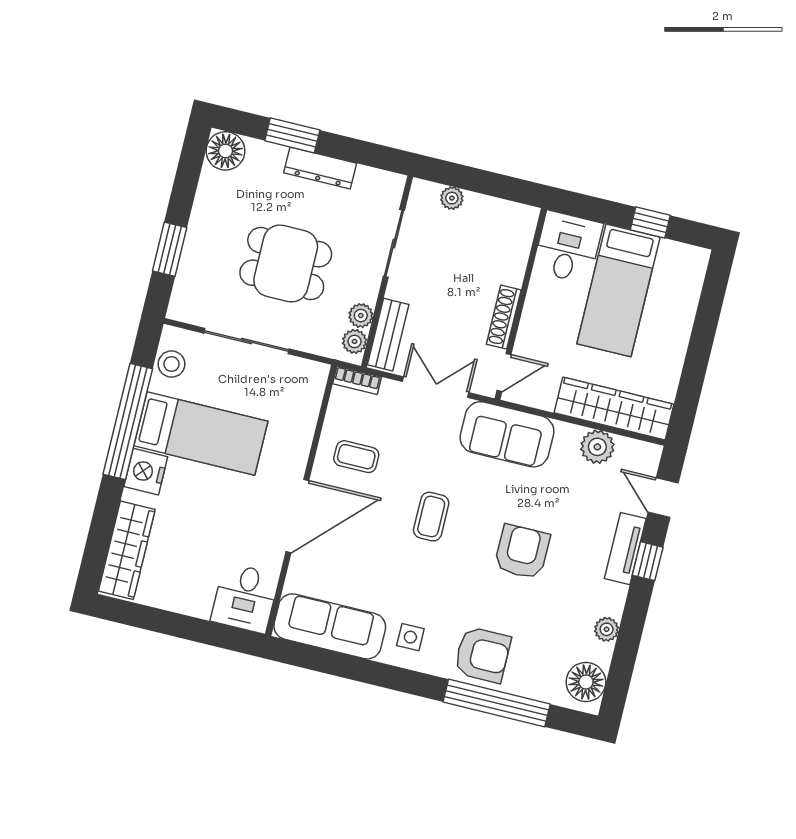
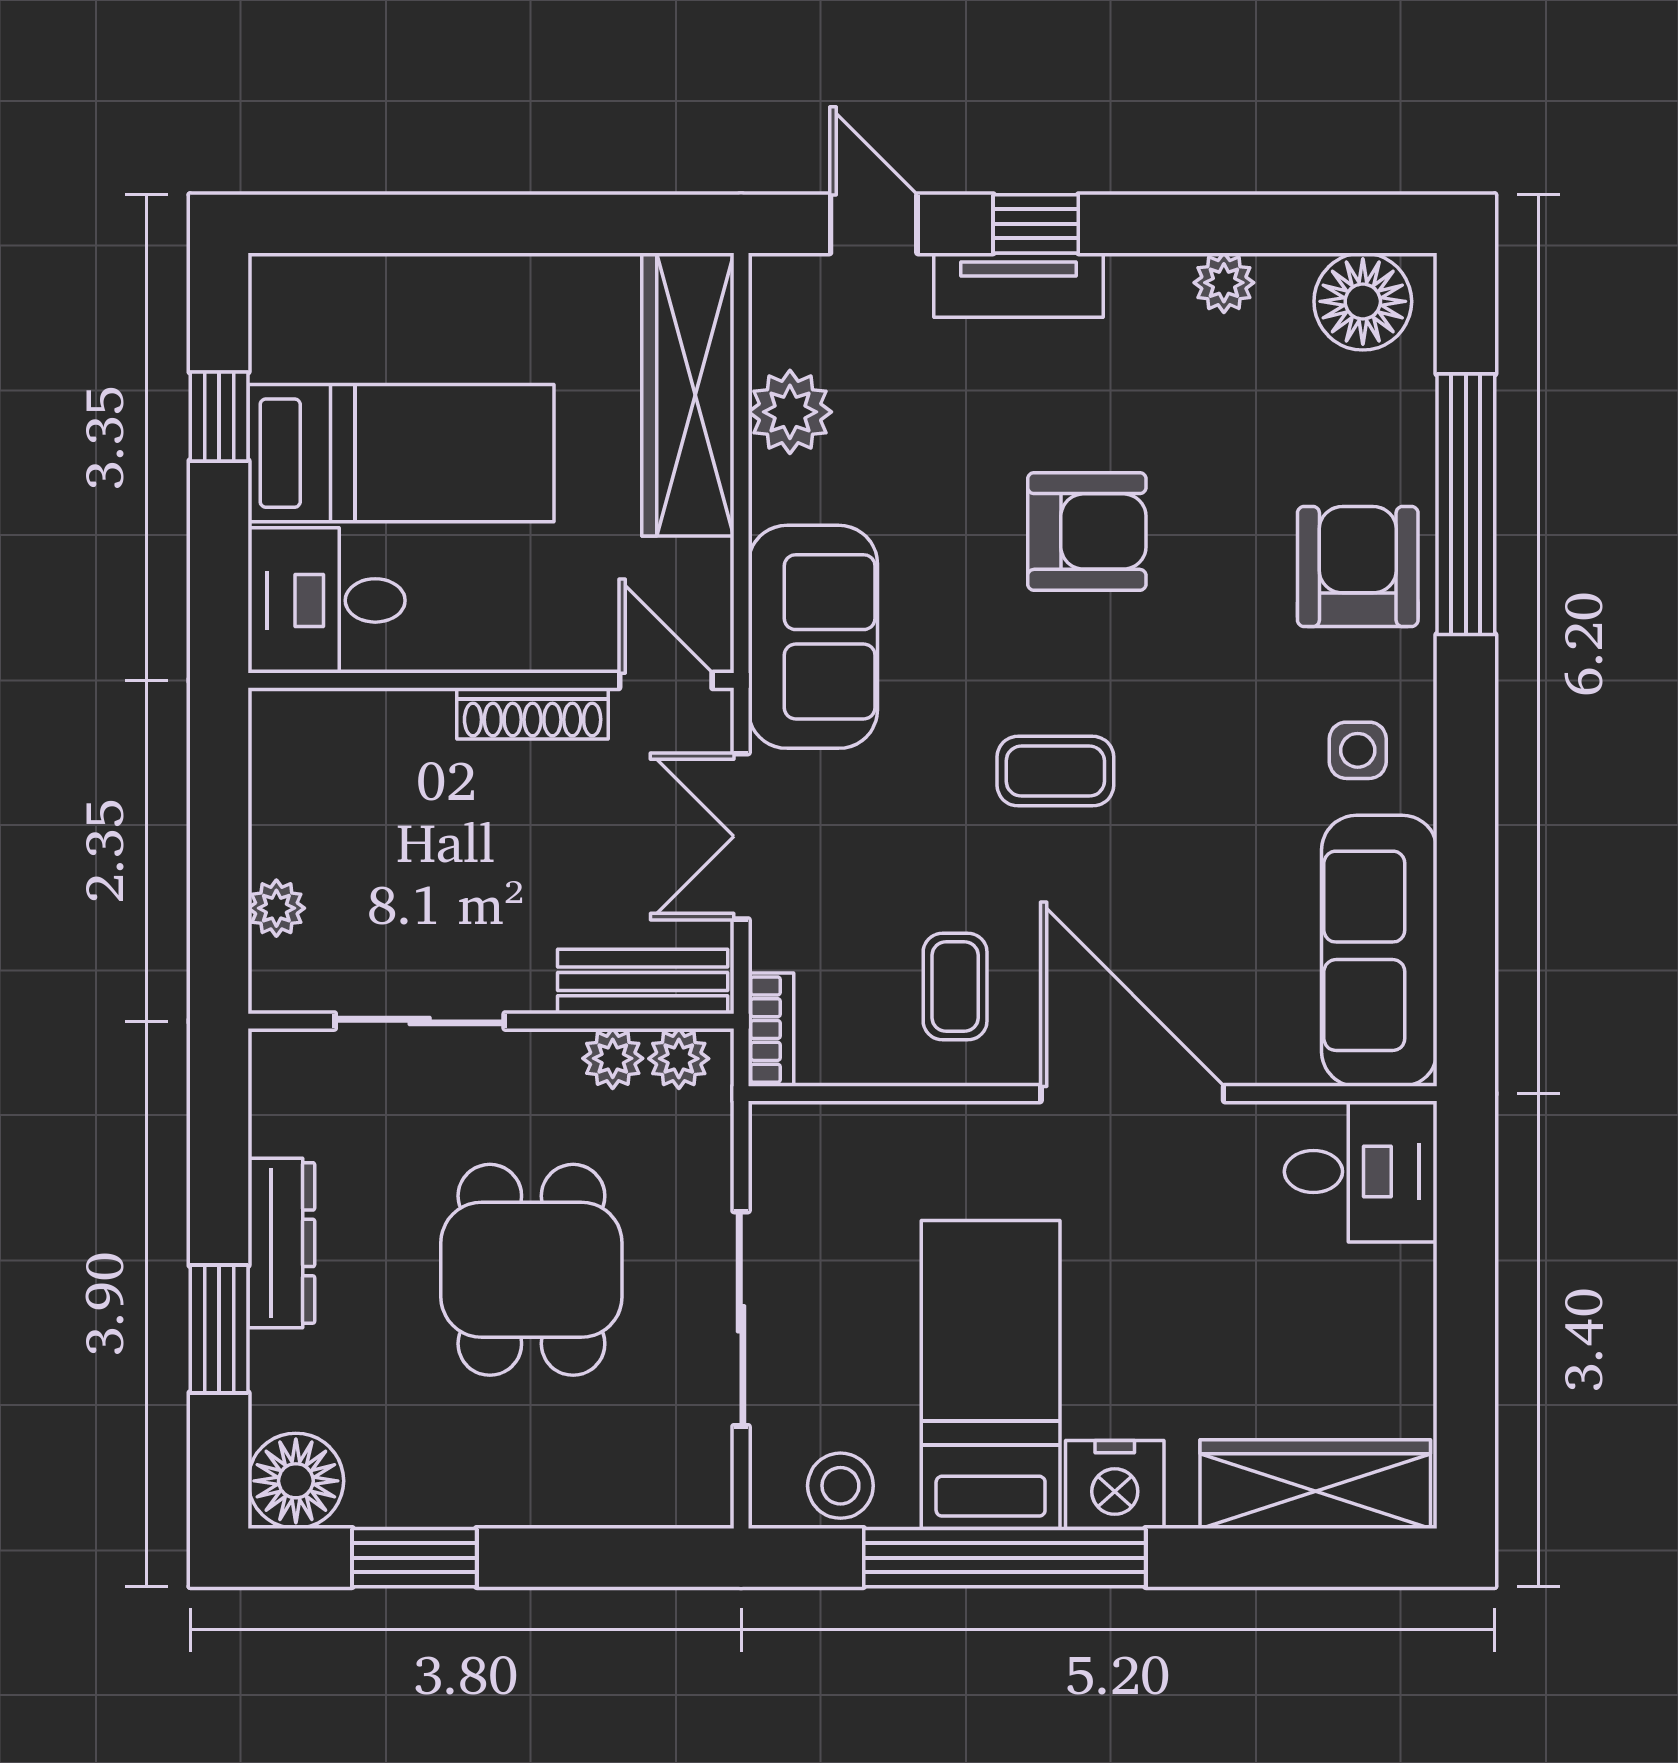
window: (170, 249) -> (414, 1558), moved
door: (663, 498) -> (874, 224), swing flipped
armchair: (522, 552) -> (1087, 531), turned 180

